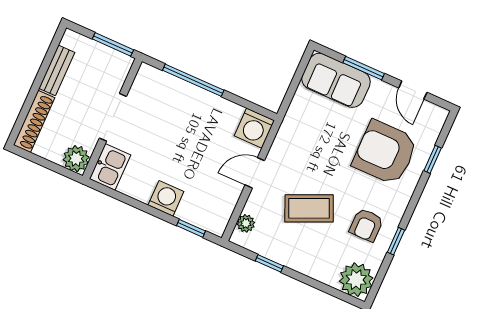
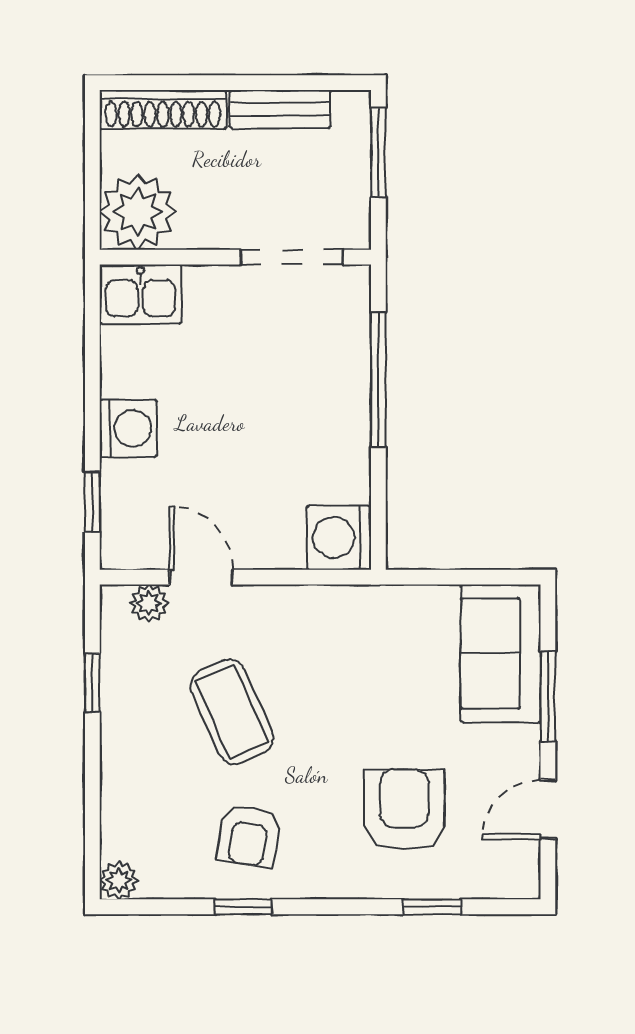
window: (113, 44) -> (378, 152), moved
doorway: (113, 117) -> (292, 257), moved
armchair: (385, 153) -> (404, 810), width x0.73, depth x0.73
plant: (76, 159) -> (138, 212), width x1.36, depth x1.36
door: (255, 173) -> (201, 577), moved
armchair: (366, 225) -> (249, 836), turned -80
plant: (356, 280) -> (119, 880), width x0.53, depth x0.53

